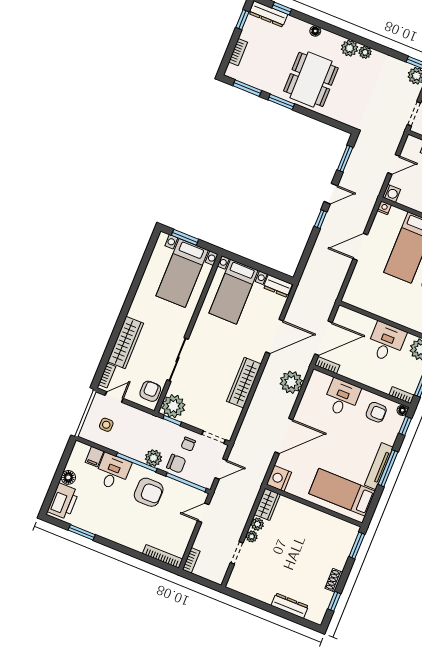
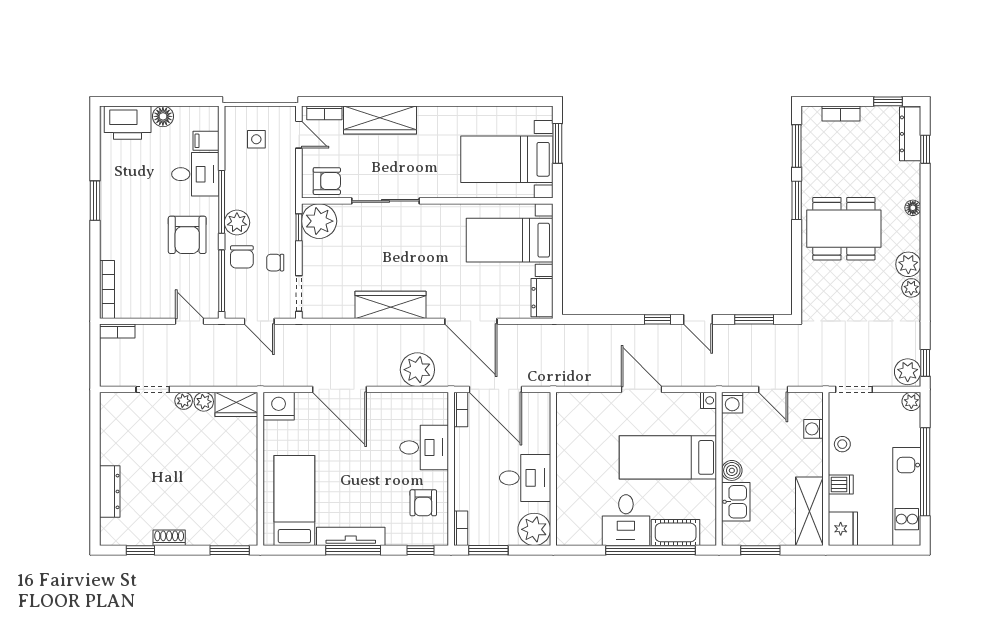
floor lamp: (402, 410) -> (440, 538), removed
window: (82, 532) -> (95, 201), moved

